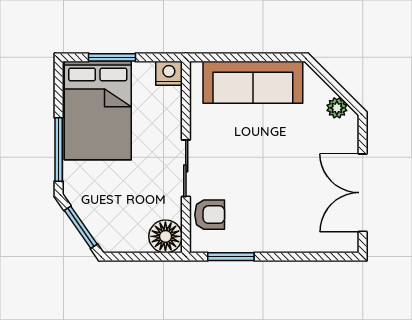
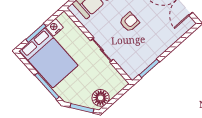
nightstand: (169, 73) -> (54, 27), moved
armchair: (210, 215) -> (129, 22), moved
floor lamp: (165, 236) -> (101, 98), moved

